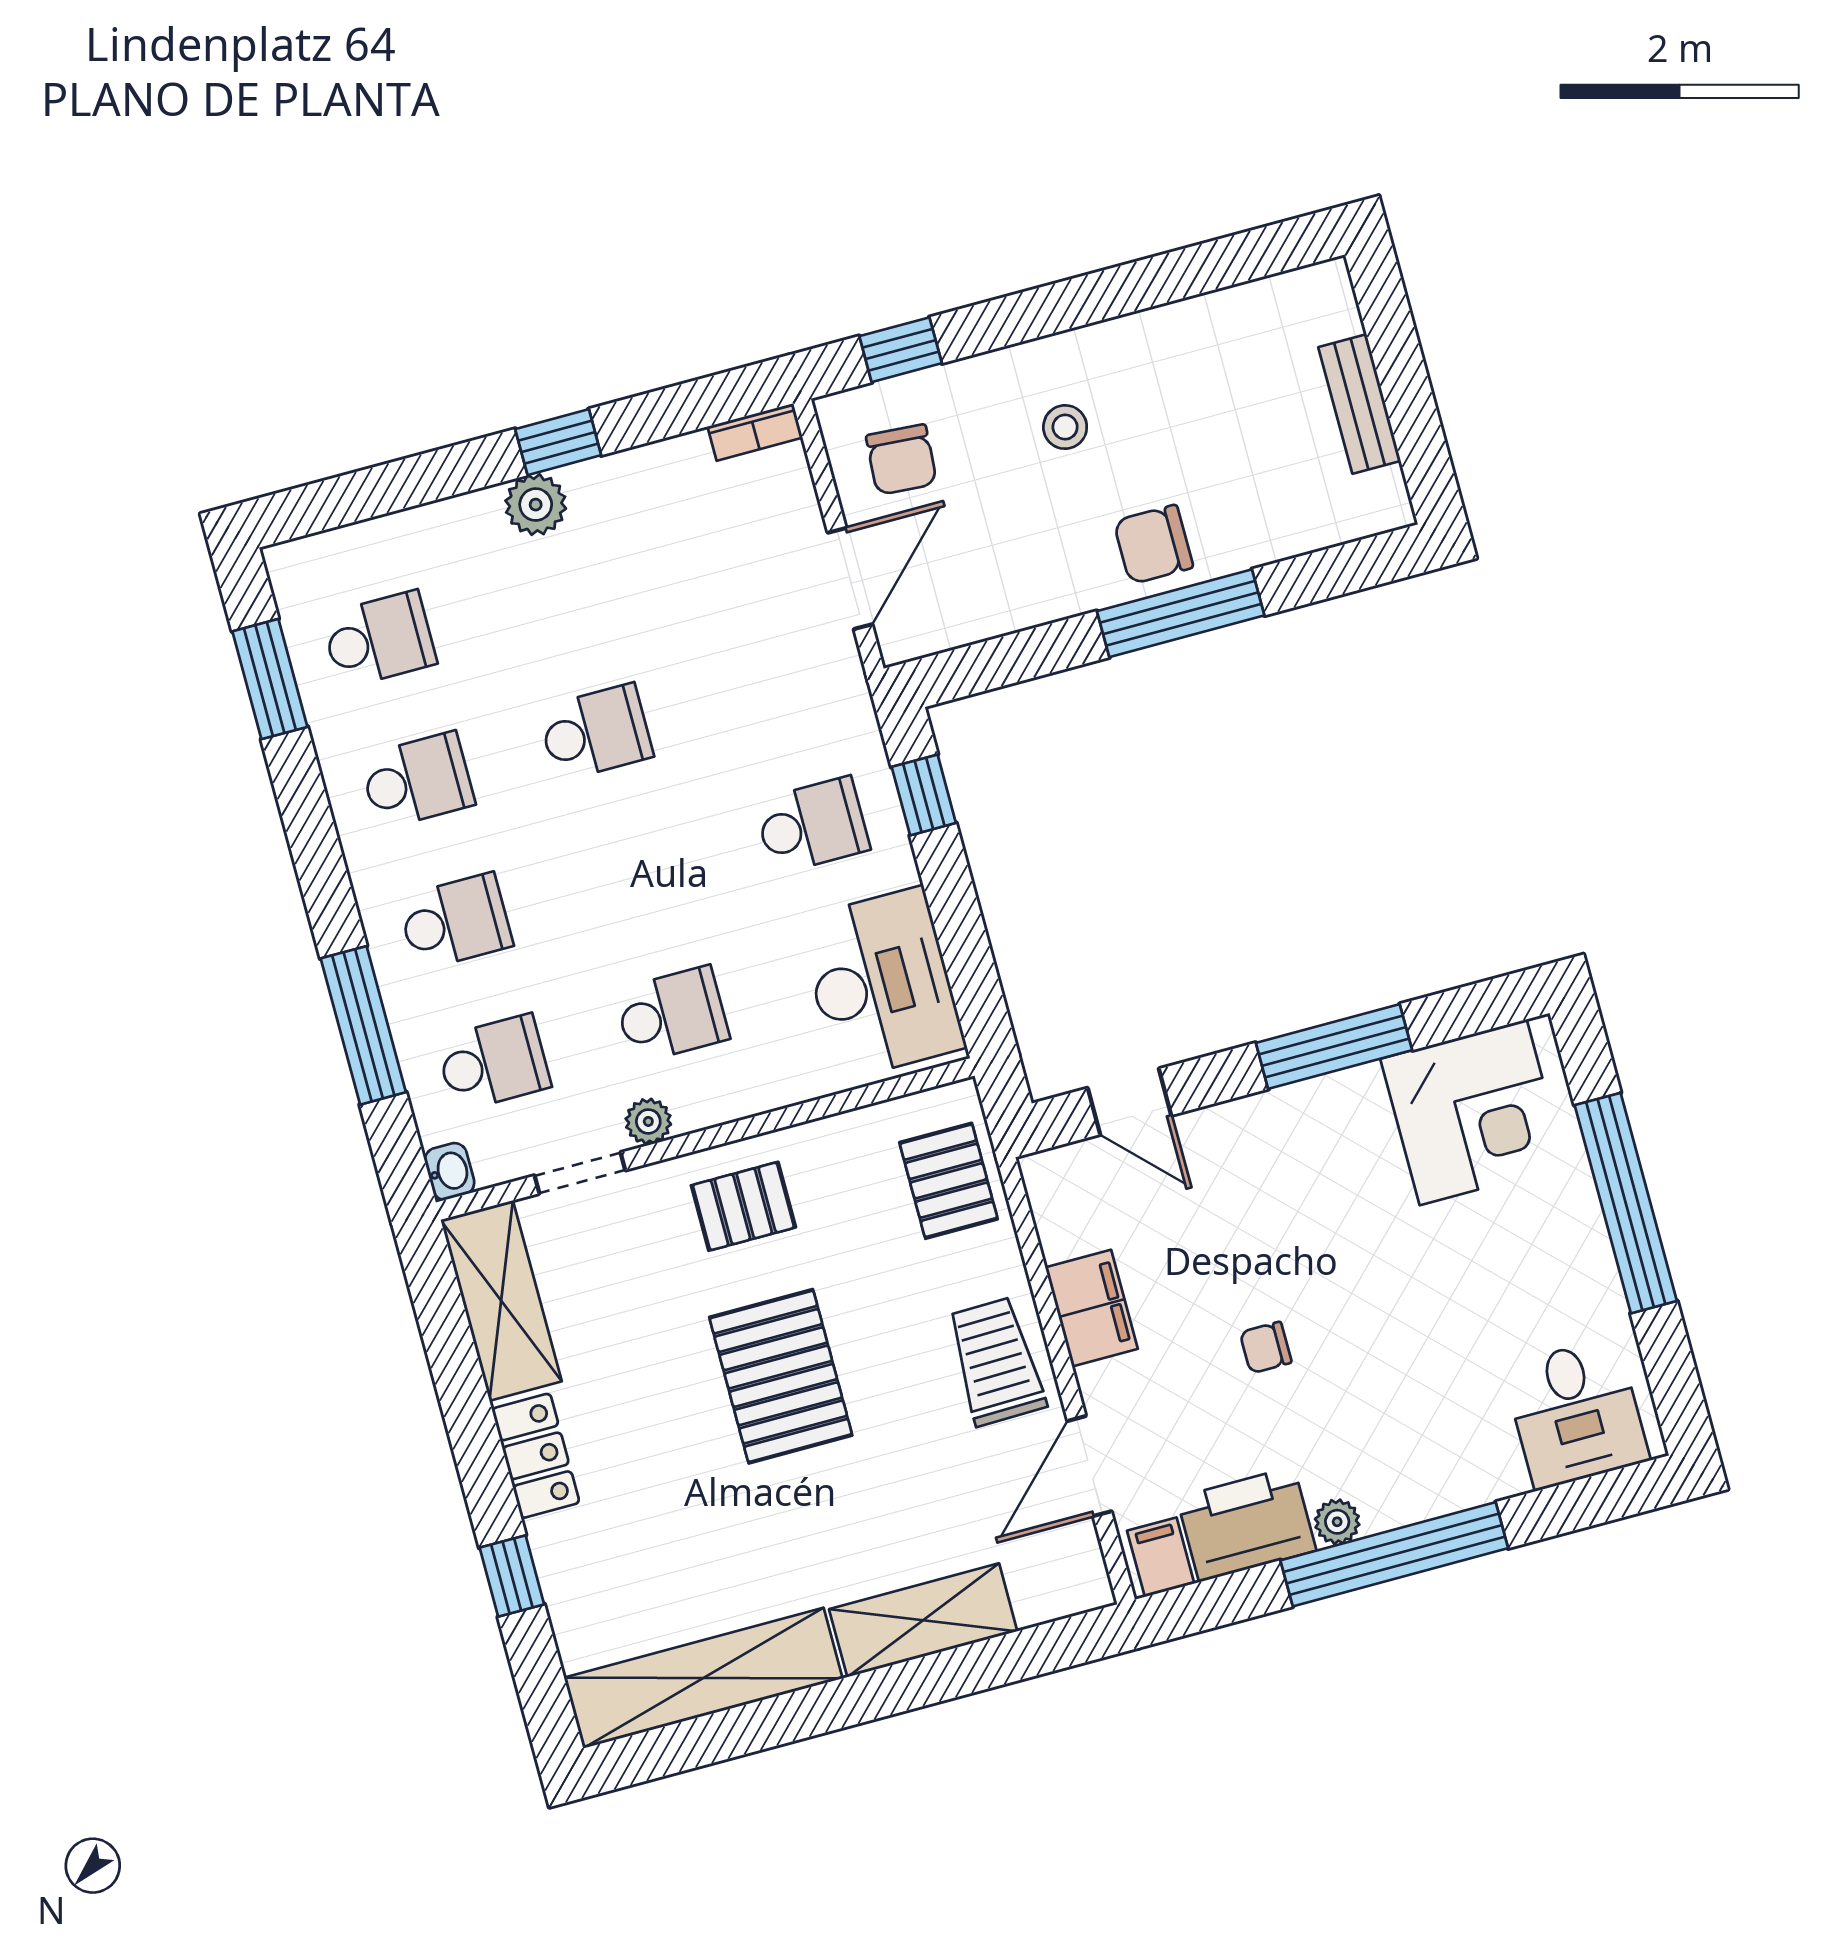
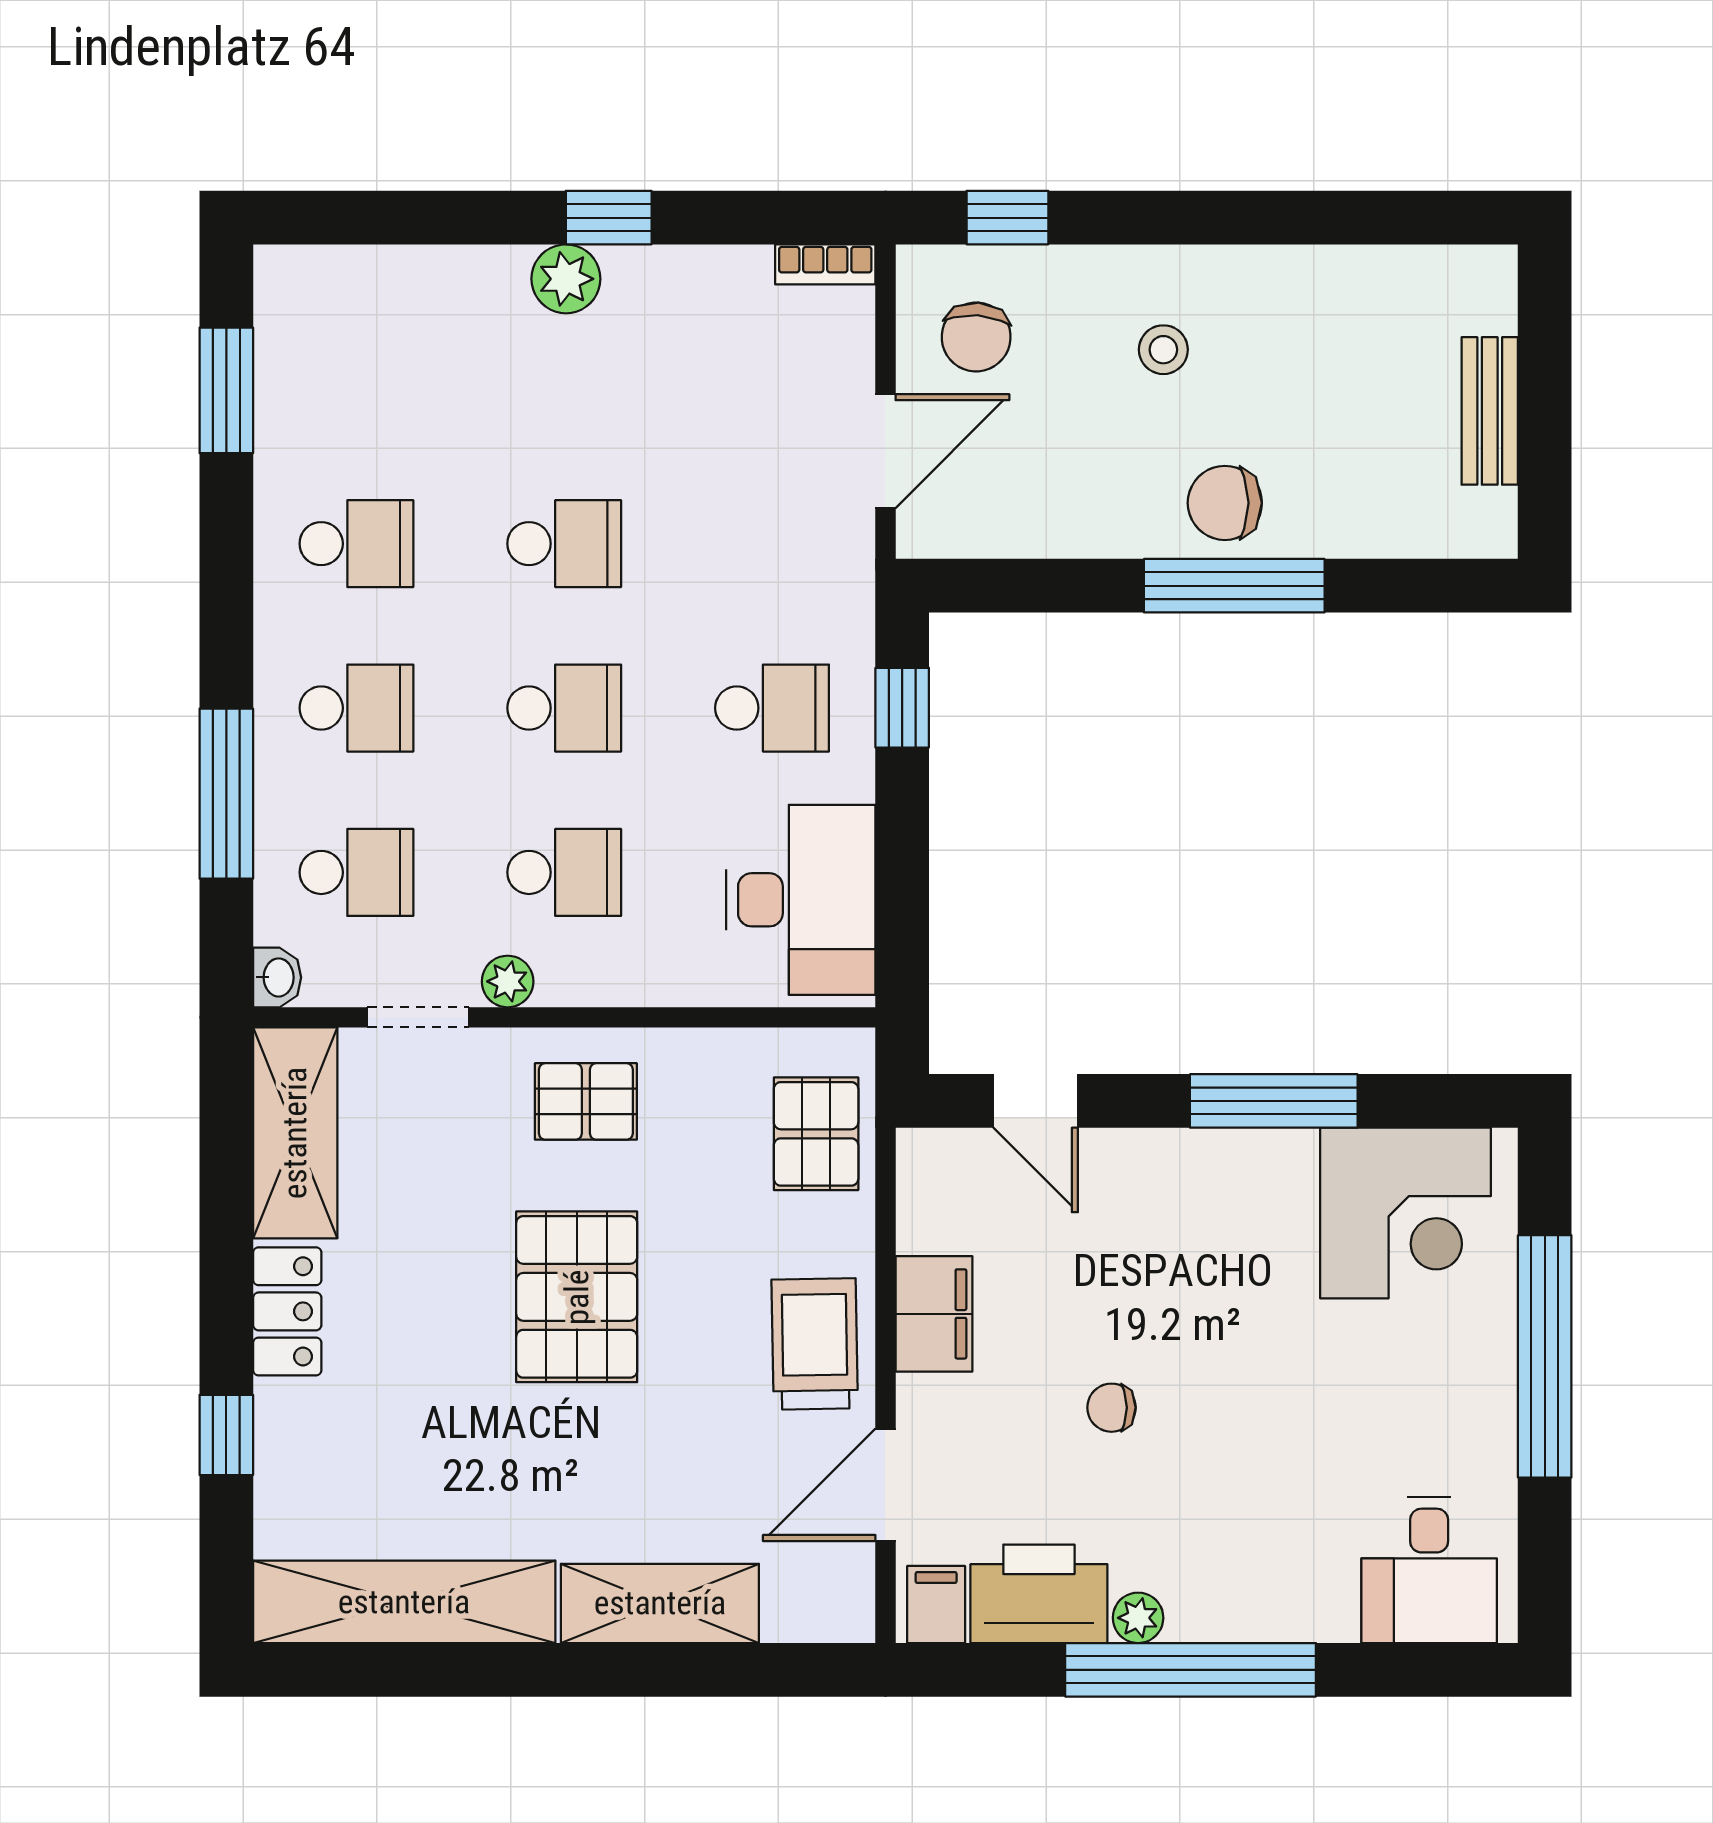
school desk: (379, 639) -> (564, 708), moved

